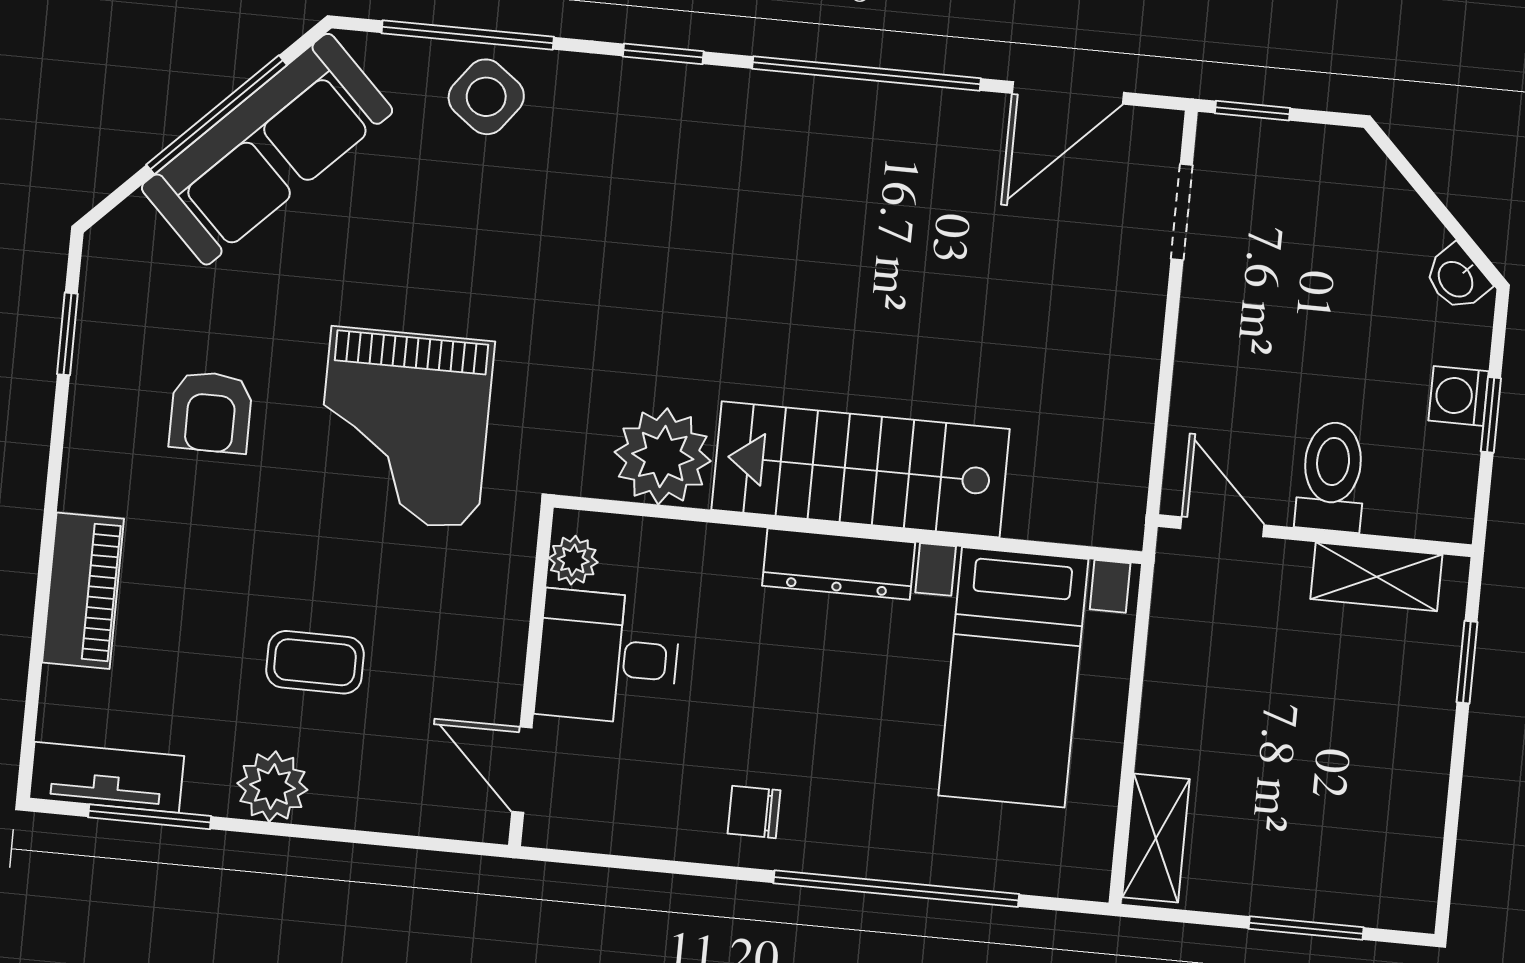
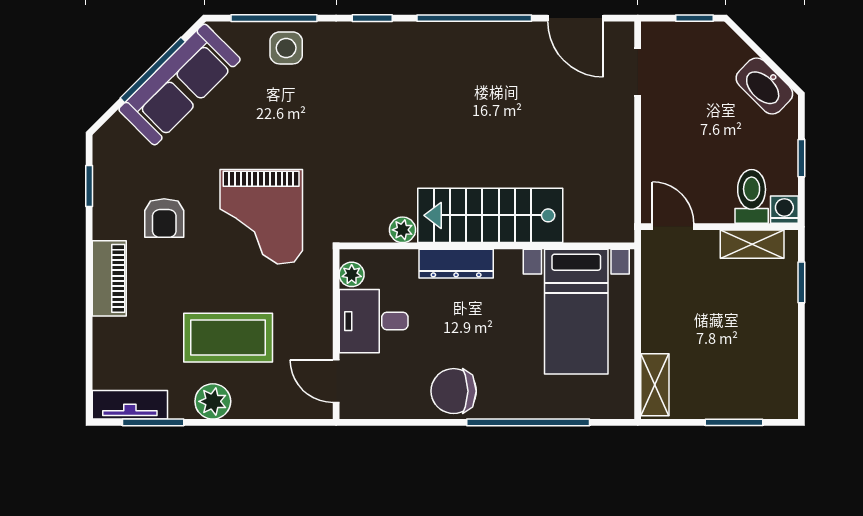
door: (1068, 93) -> (575, 18), hinge flipped
side table: (486, 97) -> (286, 48), turned -37
window: (1253, 111) -> (694, 18), moved
washbasin: (1457, 278) -> (764, 86), width x1.91, depth x1.45
washing machine: (1459, 396) -> (784, 210), moved, turned 90
plant: (663, 456) -> (403, 230), width x0.53, depth x0.53
toilet: (1332, 477) -> (752, 196), moved
dresser: (839, 564) -> (456, 264), moved
piano: (83, 591) -> (109, 278), moved
coffee table: (315, 662) -> (228, 338), width x1.86, depth x1.72
chair: (754, 812) -> (454, 391), width x1.87, depth x1.87

